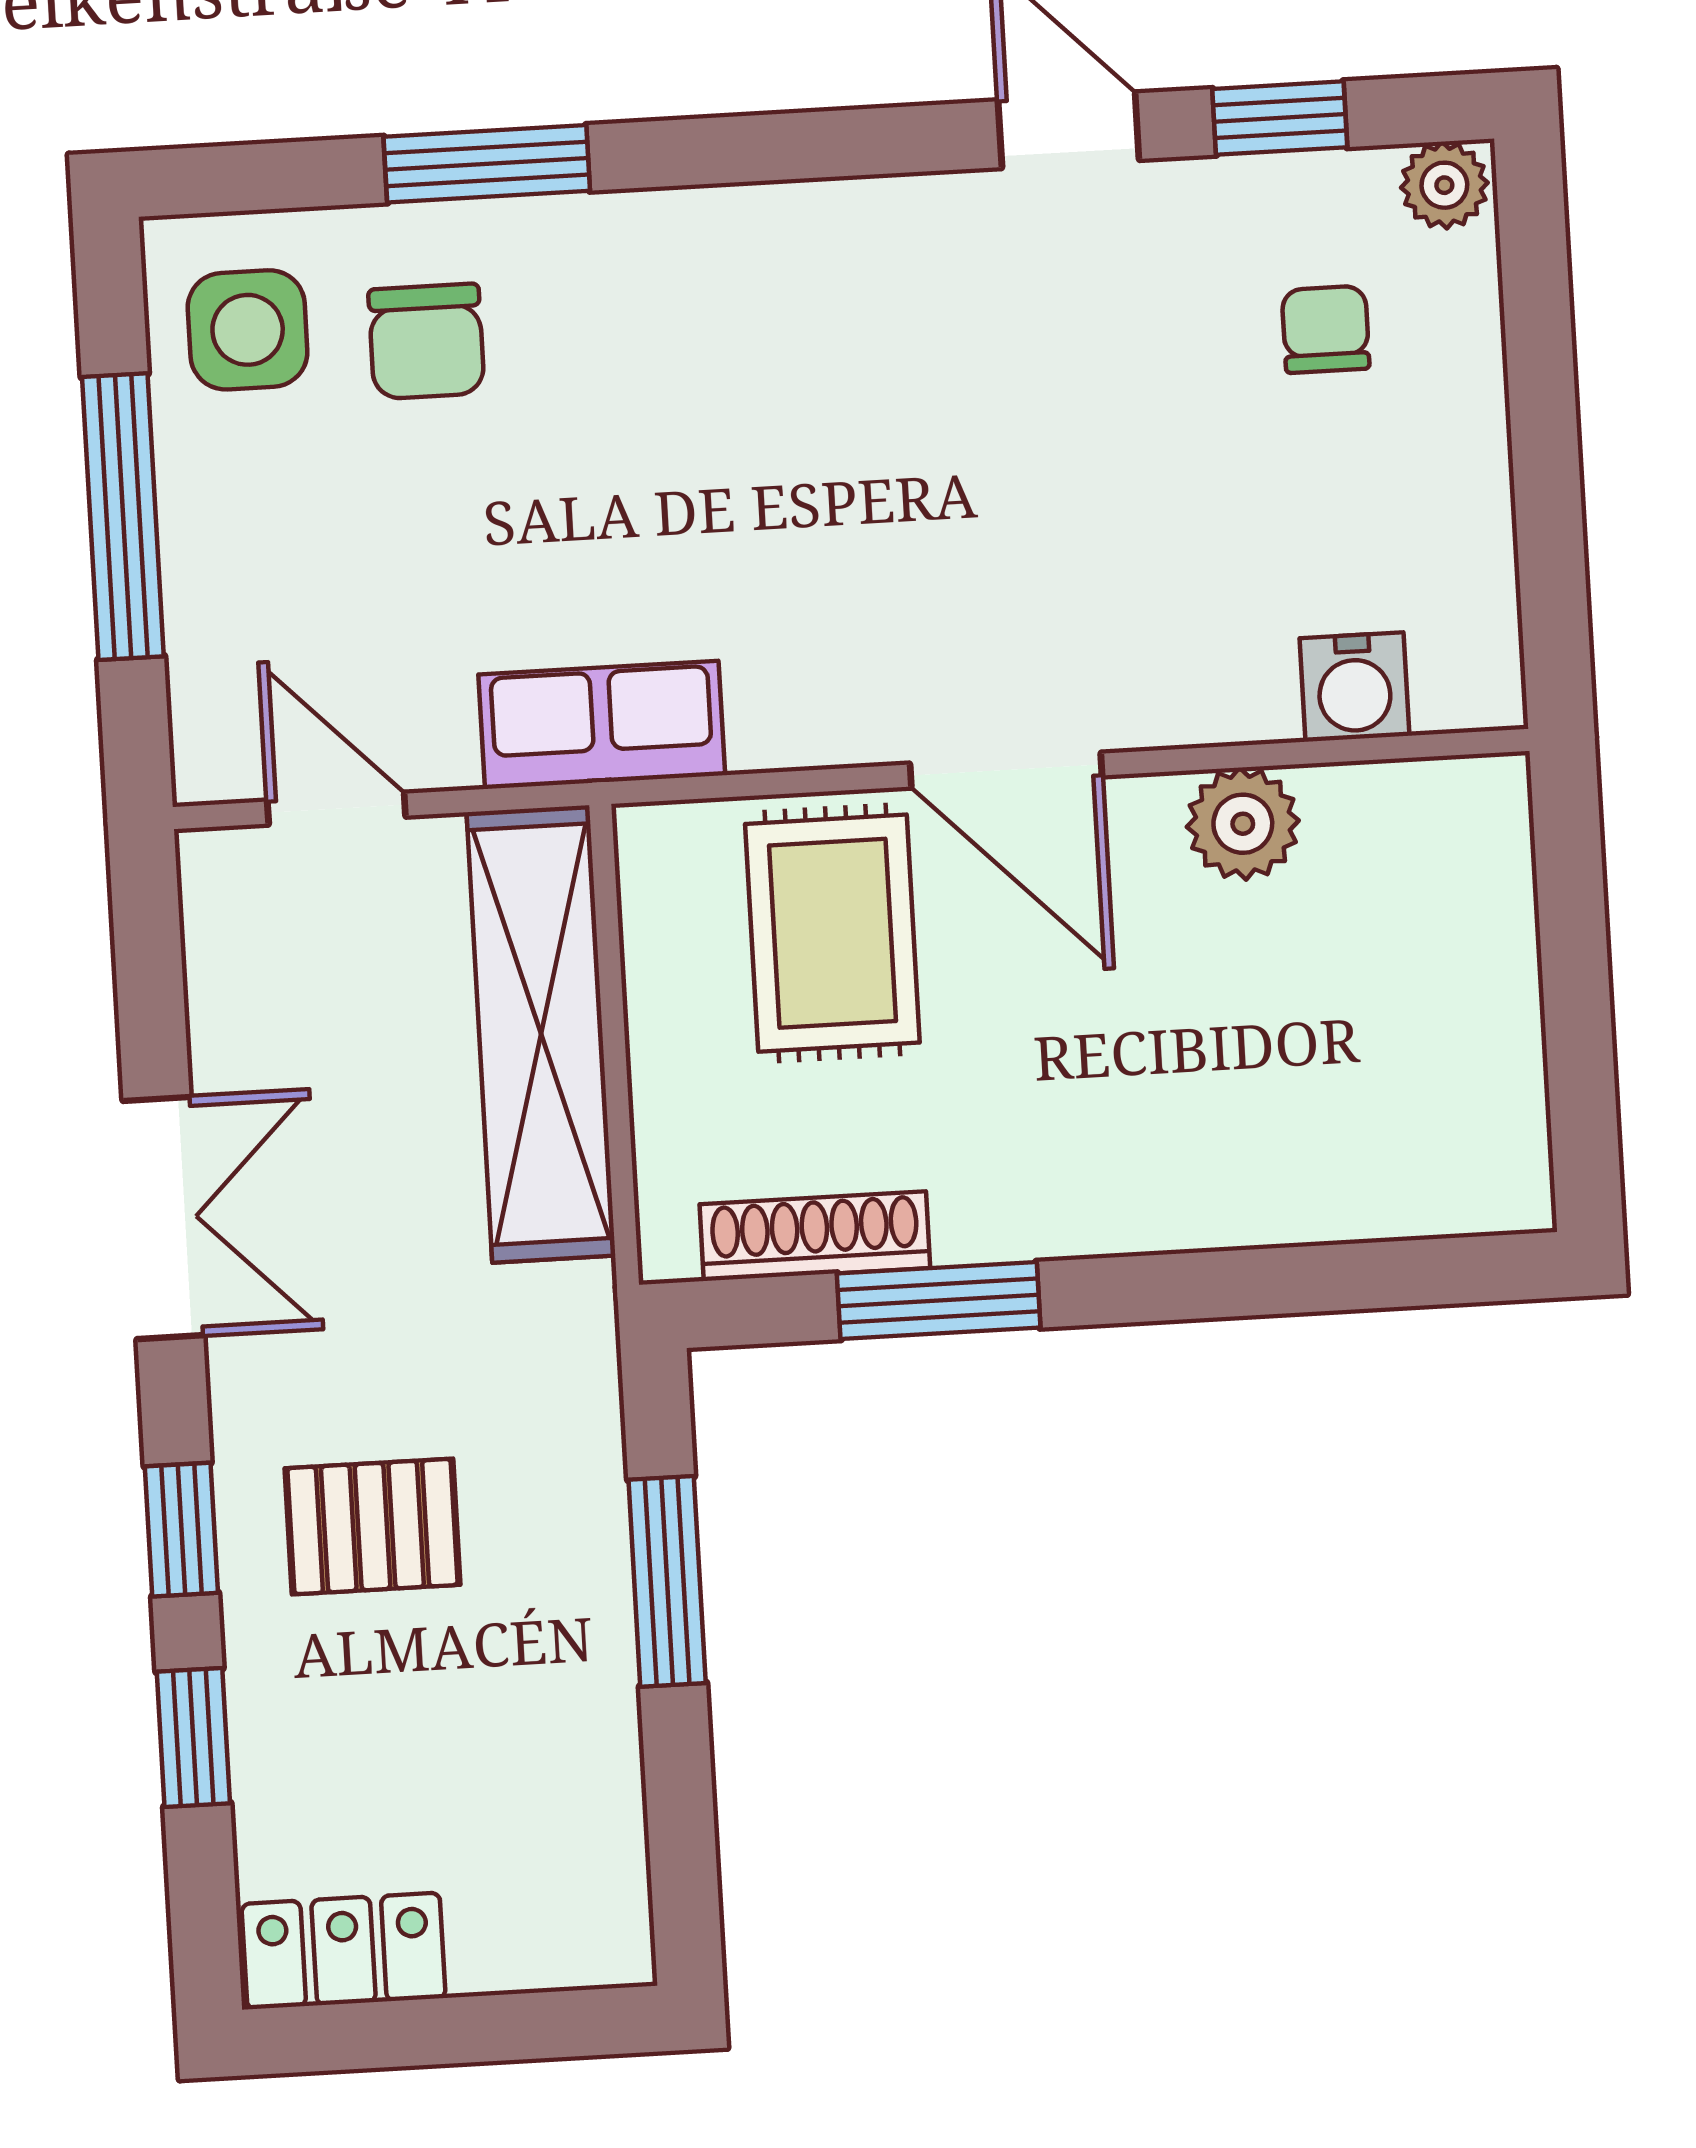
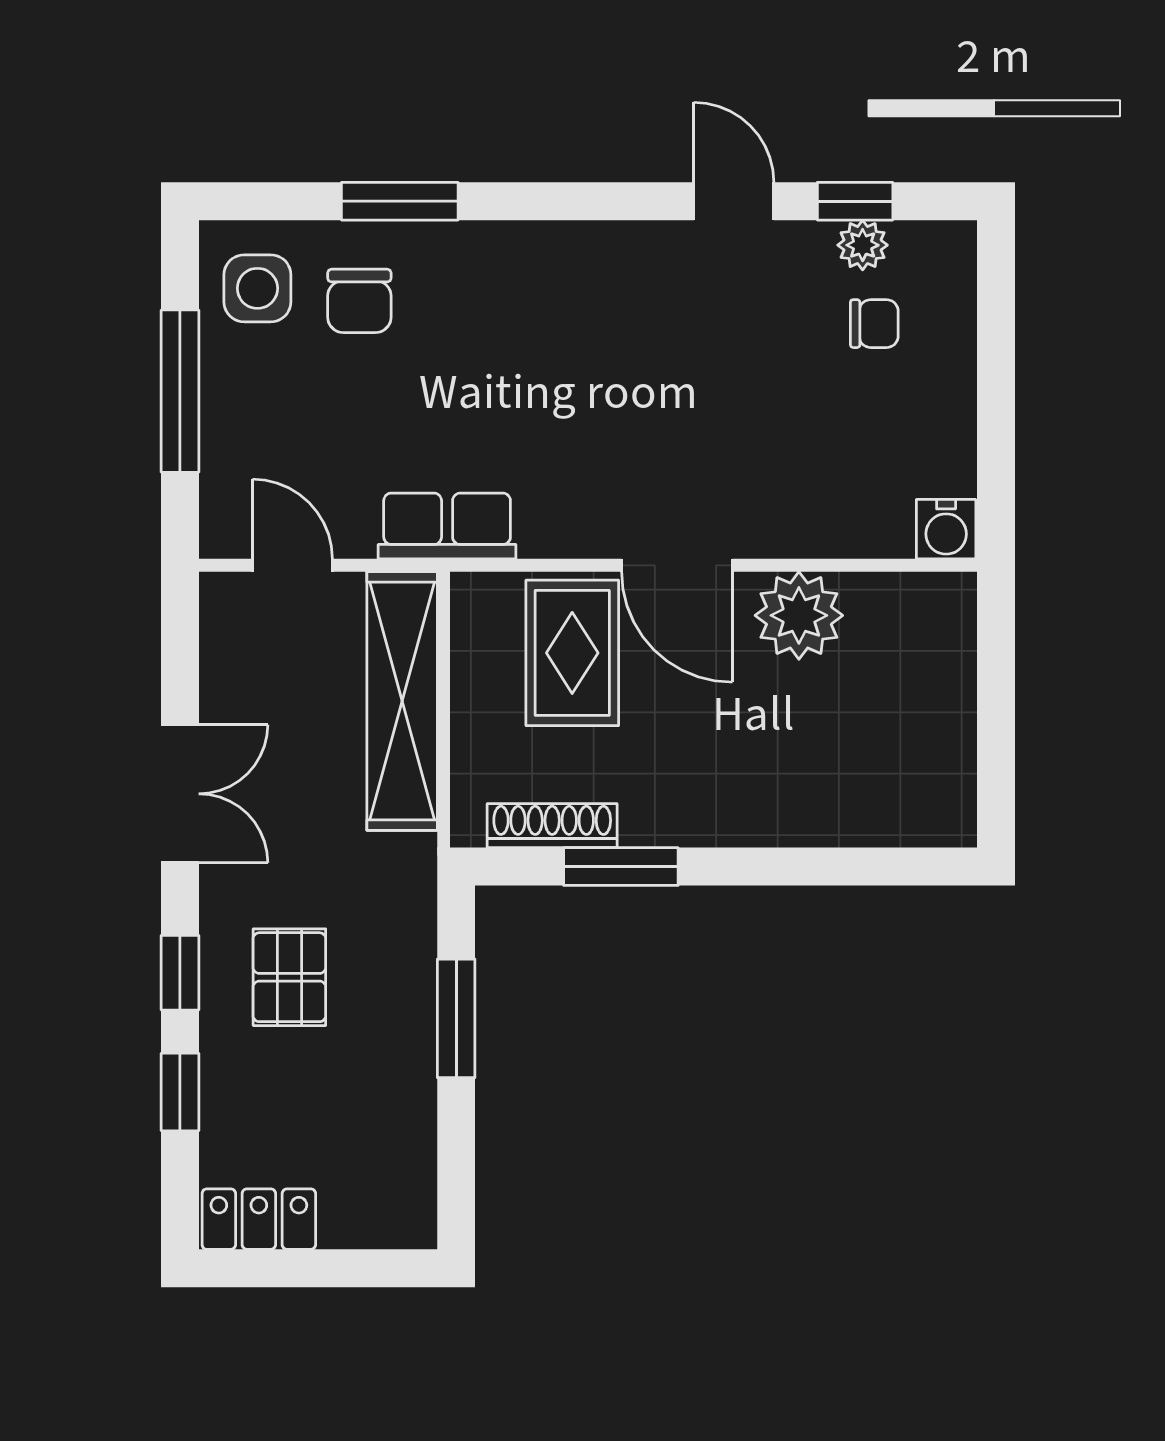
plant: (1444, 185) -> (863, 245), moved
chair: (1326, 329) -> (874, 324), turned 90
water cooler: (1354, 687) -> (946, 529), moved
plant: (1243, 824) -> (799, 615), width x1.36, depth x1.36
pallet: (372, 1527) -> (289, 977), turned 90

